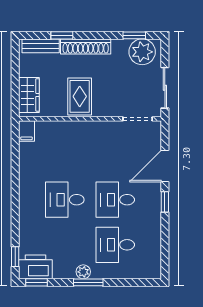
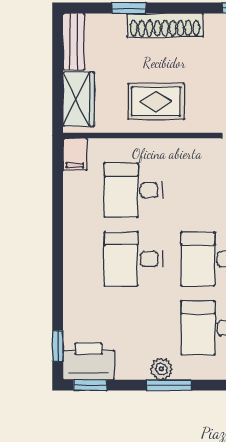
bench: (41, 46) -> (74, 42), moved, turned 90
rug: (80, 96) -> (156, 101), turned 90
desk: (65, 155) -> (133, 190), added

